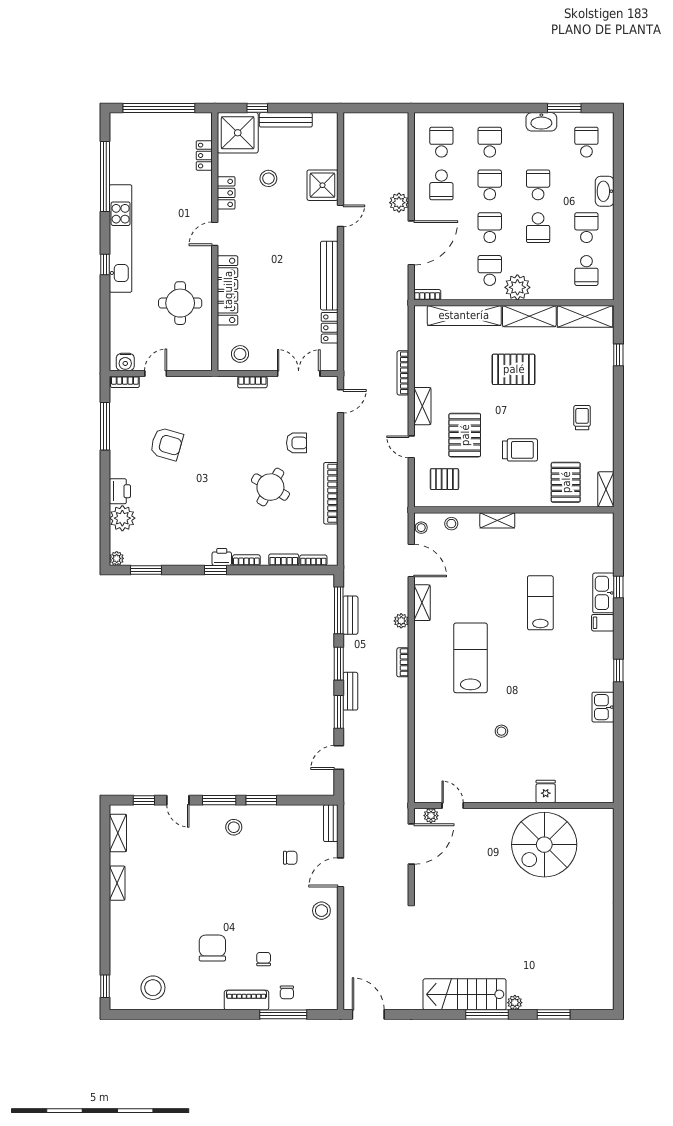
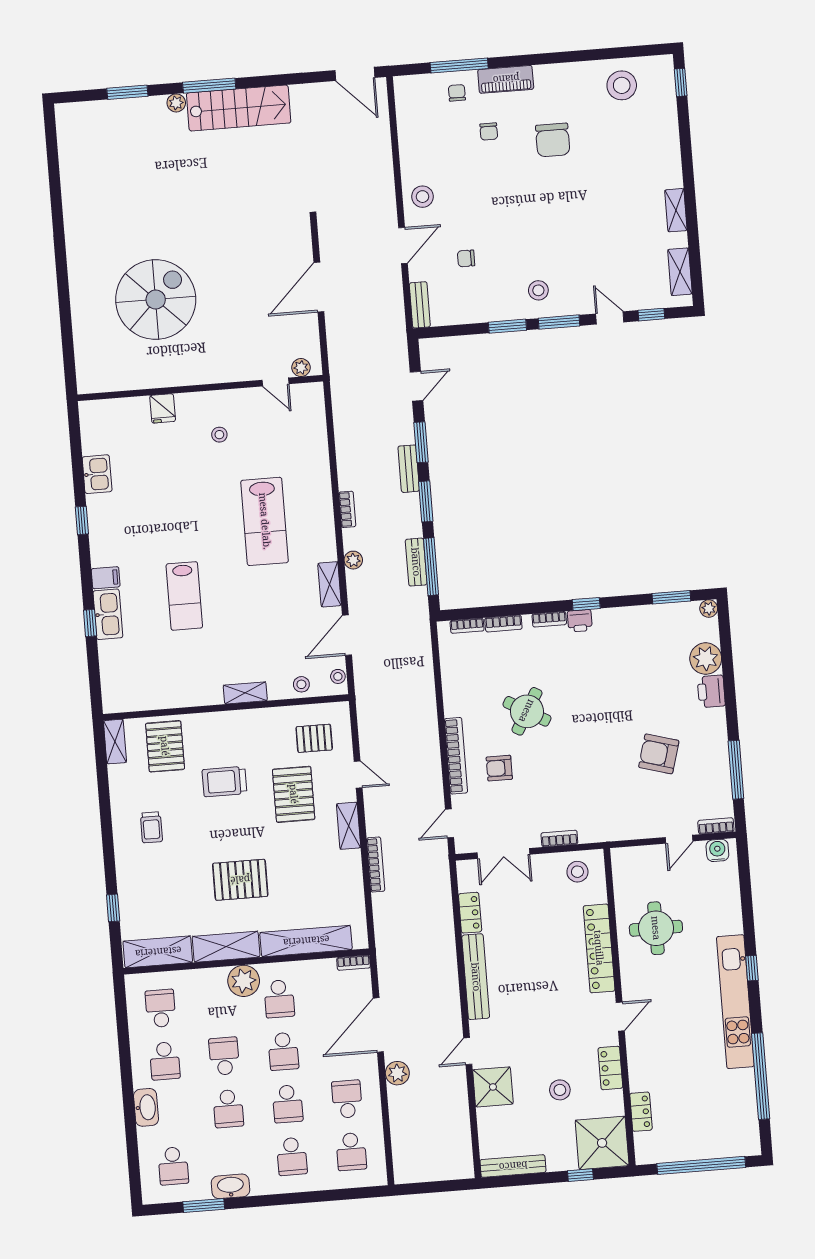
bench: (286, 120) -> (513, 1166), moved
bookcase: (331, 493) -> (456, 756), moved
door: (411, 561) -> (347, 635), hinge flipped
fridge: (546, 791) -> (163, 408), moved
door: (453, 805) -> (275, 382), moved
wall: (514, 805) -> (200, 388), moved
plant: (431, 816) -> (301, 368), moved

